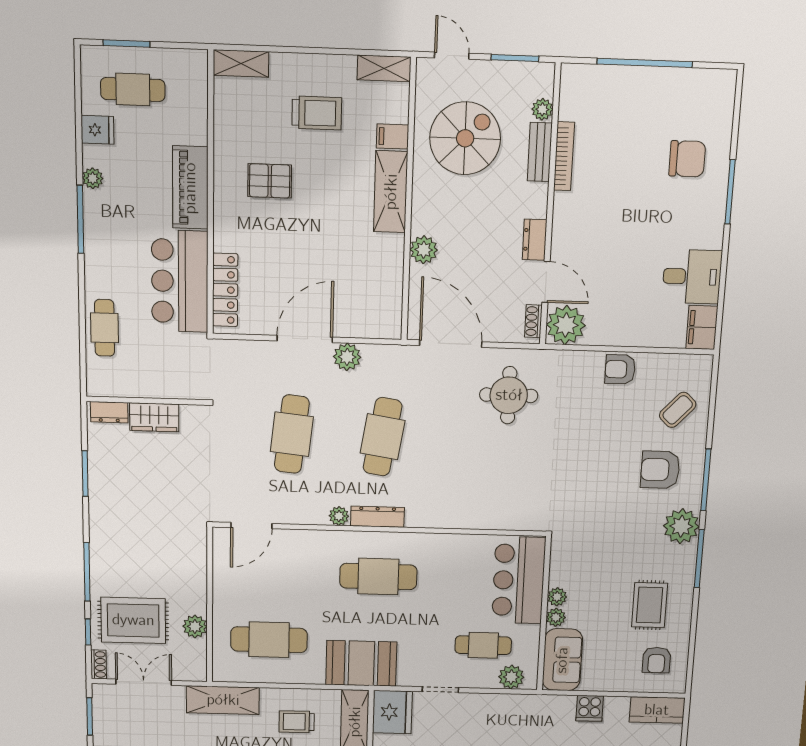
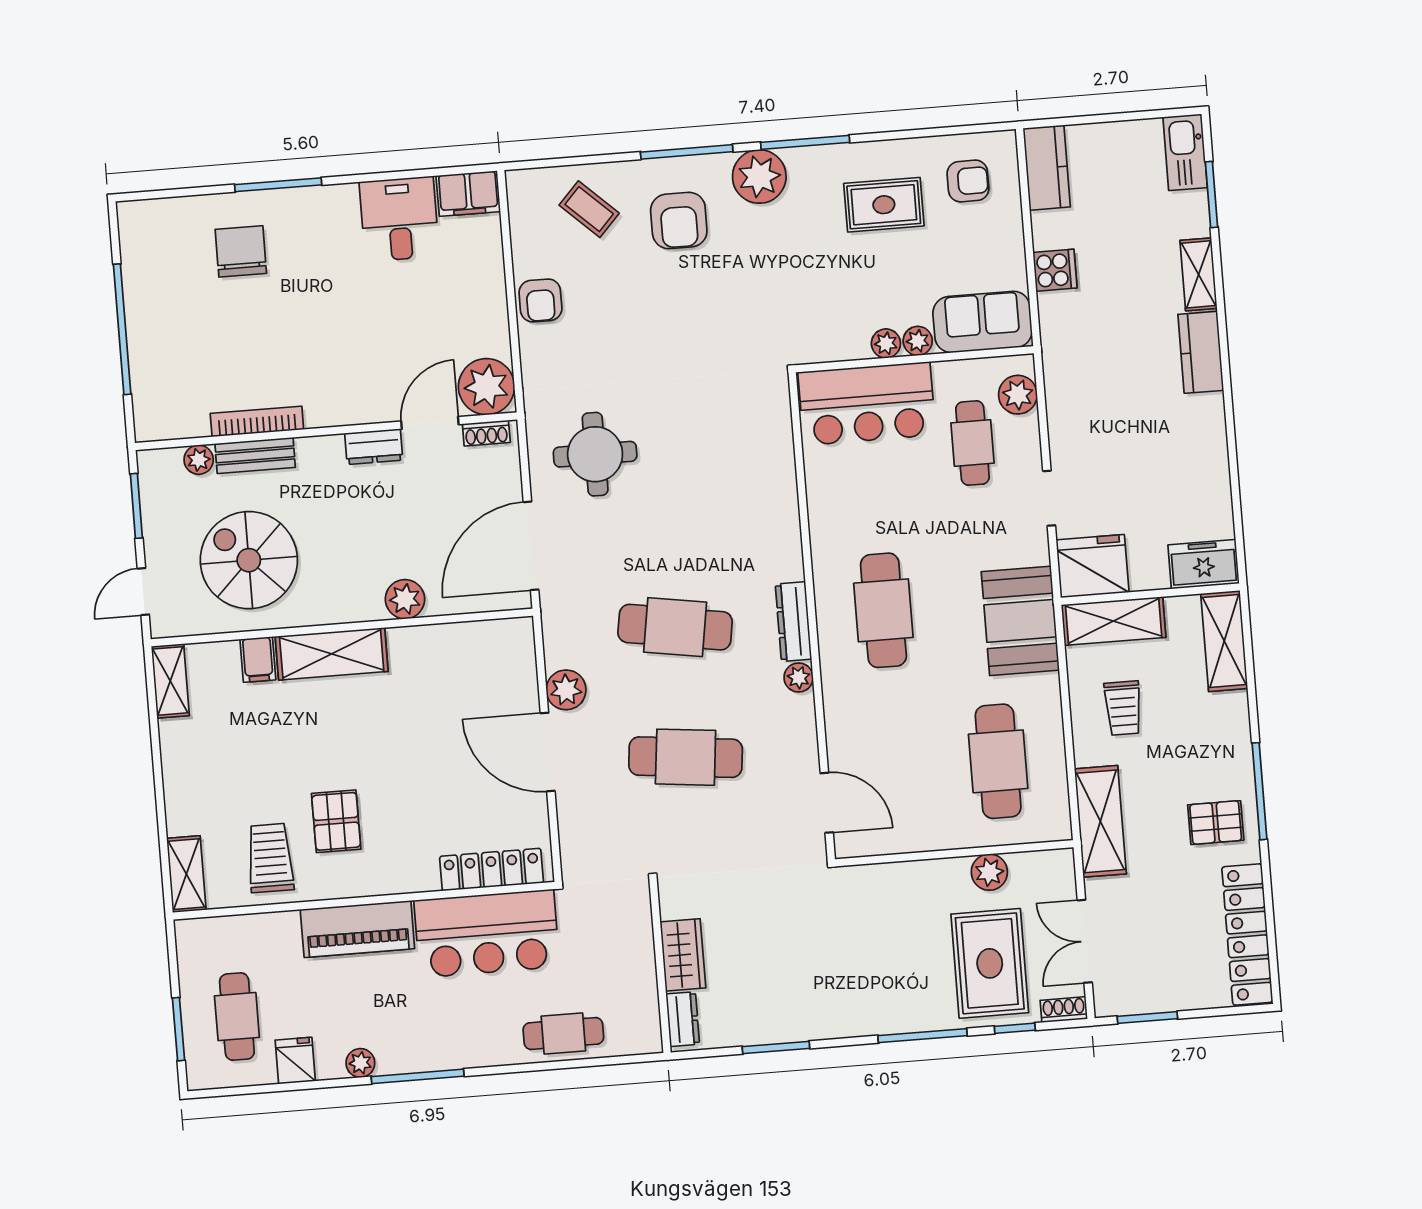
trolley: (317, 113) -> (270, 858), moved

